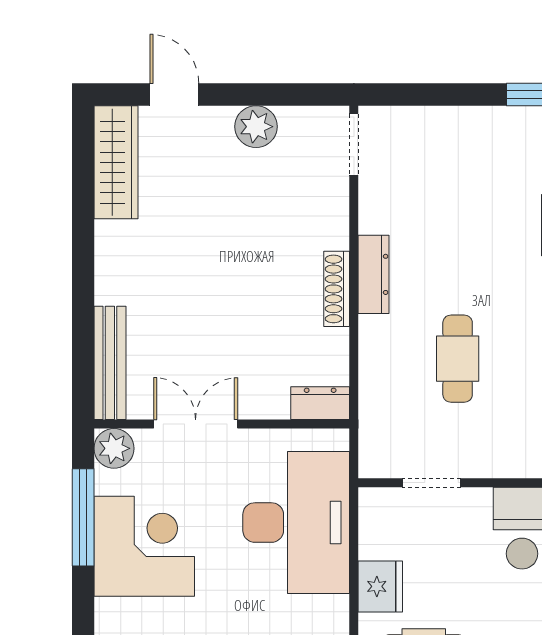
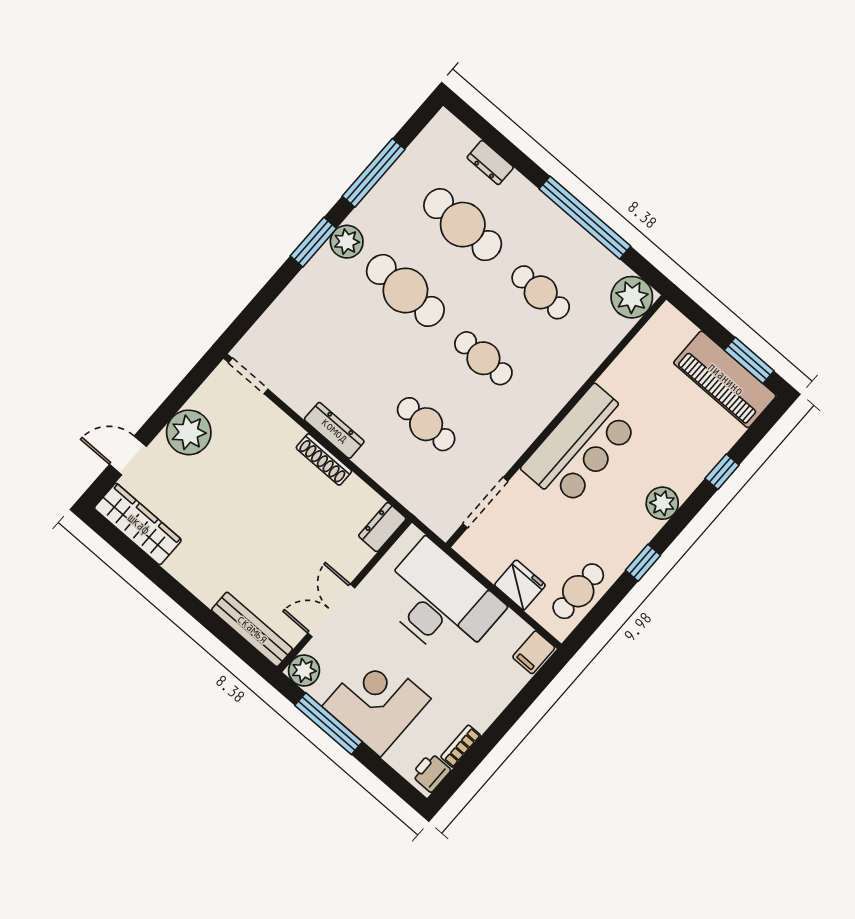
plant: (256, 127) -> (189, 432), width x1.36, depth x1.36
doorway: (431, 483) -> (485, 502), width x1.38

